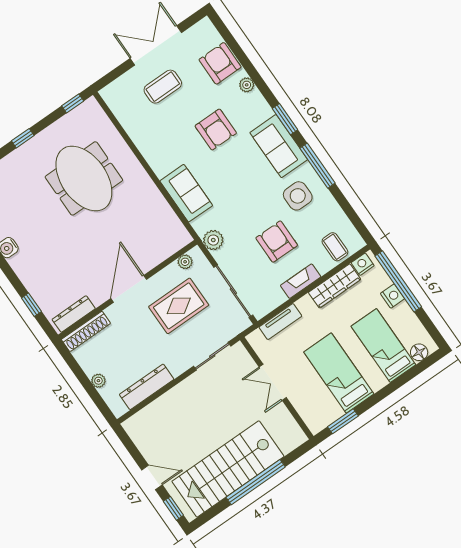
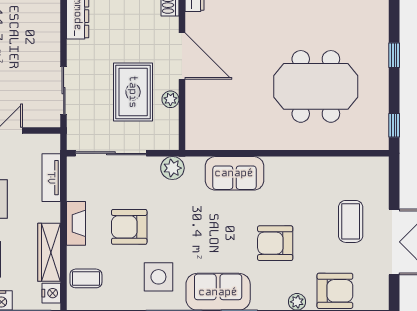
armchair: (277, 242) -> (129, 227), turned 180
plant: (185, 262) -> (170, 99), moved

